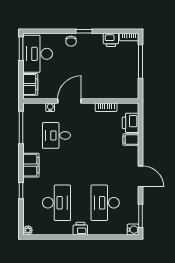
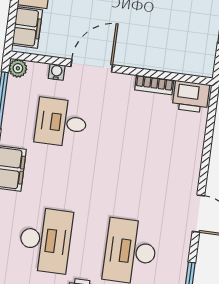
plant: (28, 108) -> (18, 68), added
printer: (131, 123) -> (191, 97), moved, turned -90
filing cabinet: (131, 140) -> (190, 147), removed

